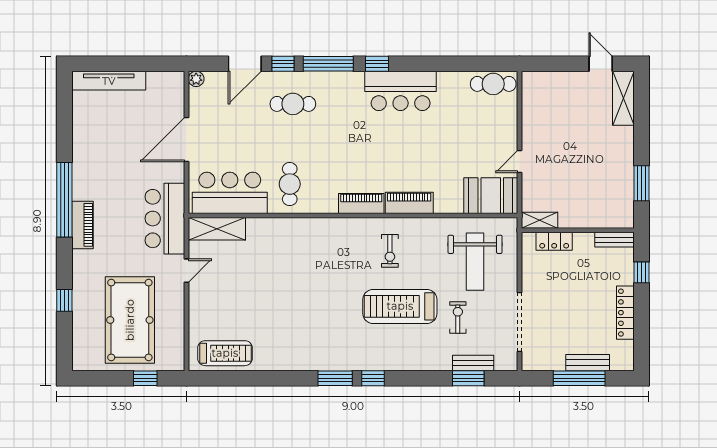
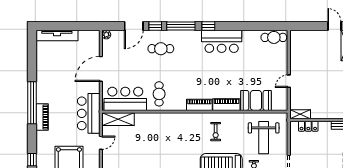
booth: (491, 196) -> (256, 100), moved

